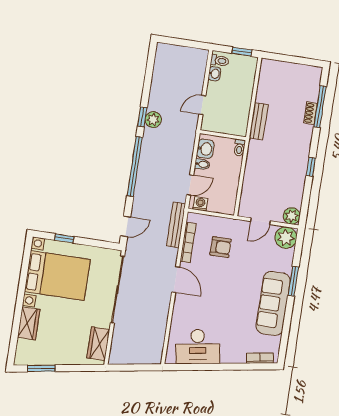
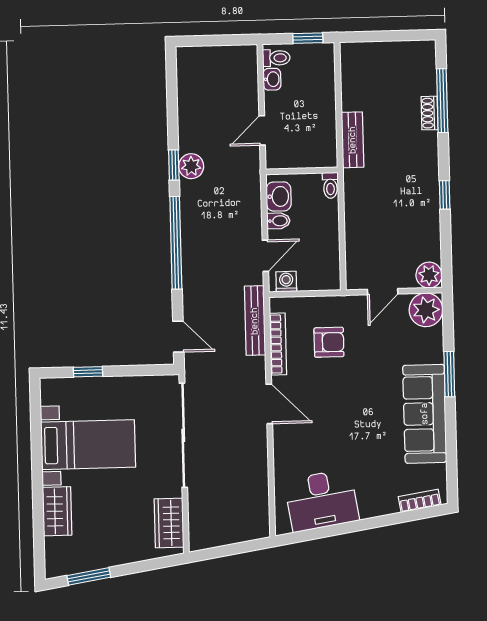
door: (126, 226) -> (178, 337), hinge flipped
bed with nightstands: (57, 276) -> (88, 445), width x0.73

